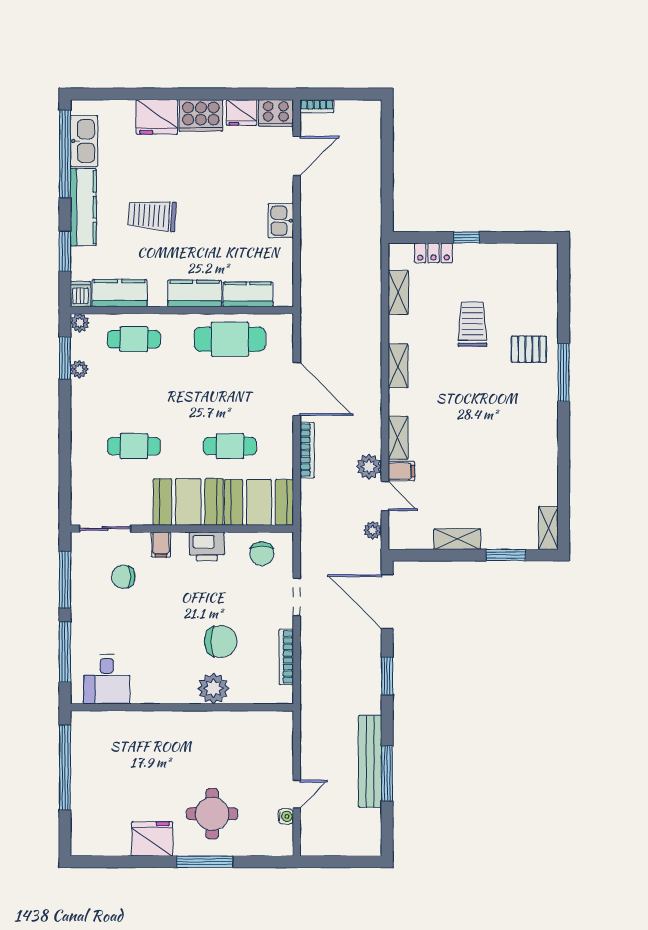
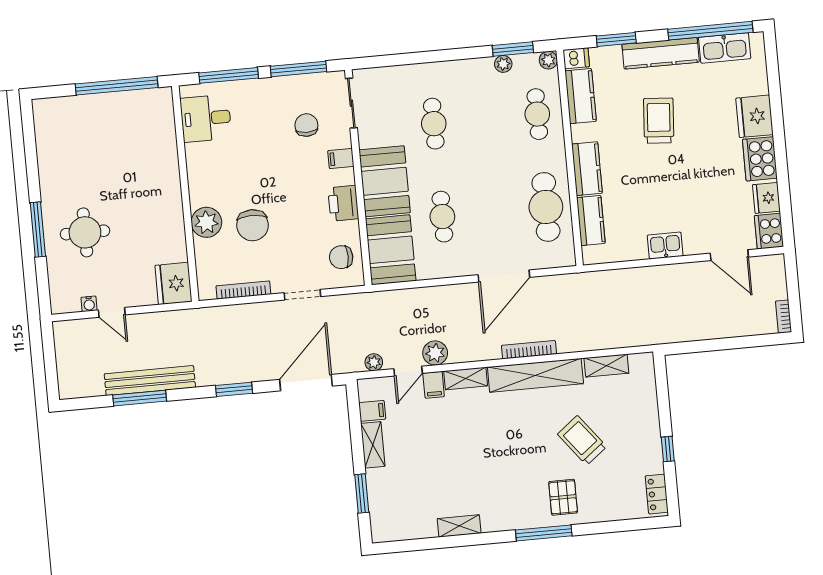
bookcase: (317, 106) -> (784, 317), moved
window: (466, 237) -> (668, 449), moved
locker: (433, 253) -> (657, 494), moved
trolley: (472, 324) -> (582, 440), turned -128
shelving: (398, 366) -> (535, 375), width x2.20, depth x1.33
bookcase: (307, 450) -> (529, 350), moved, turned 180
shelving: (548, 528) -> (459, 526), moved
filing cabinet: (422, 536) -> (372, 411), added
fridge: (152, 839) -> (173, 283), moved, turned 180

